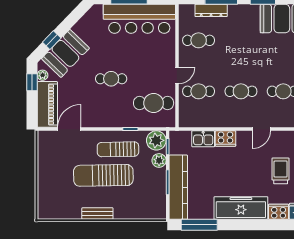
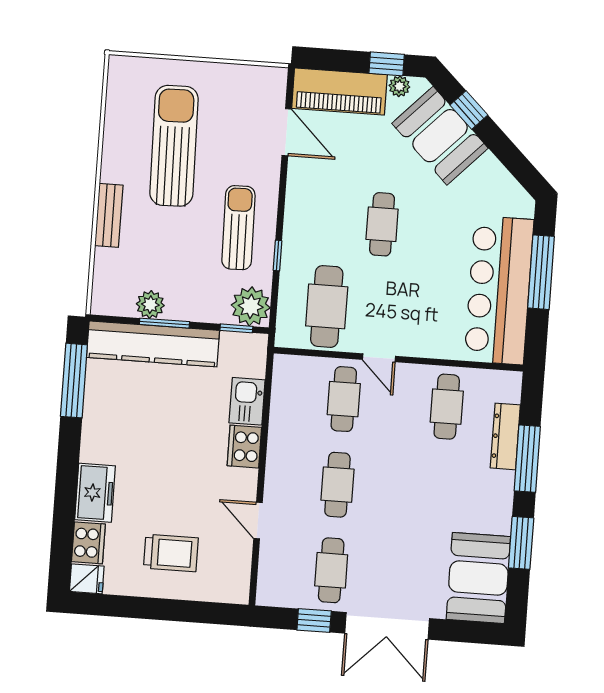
plant: (159, 160) -> (150, 305), moved
sun lounger: (103, 175) -> (174, 146), moved
freezer: (241, 208) -> (95, 493), width x0.52, depth x0.79
bench: (97, 214) -> (109, 215), moved

